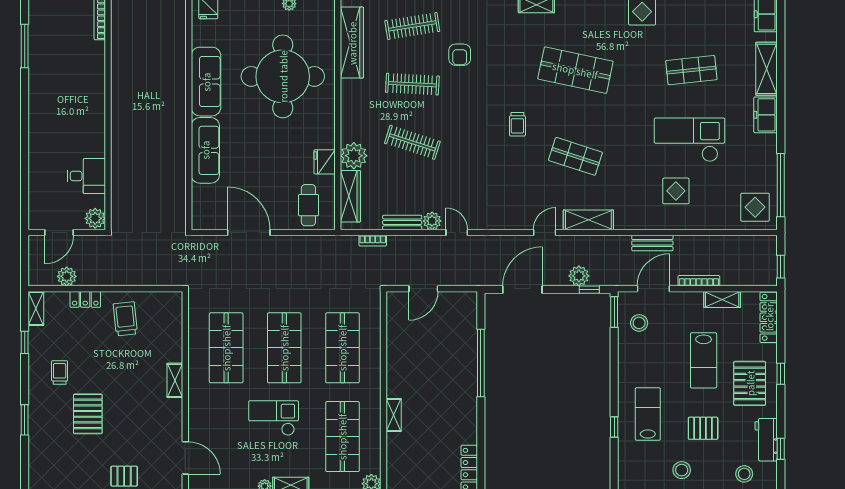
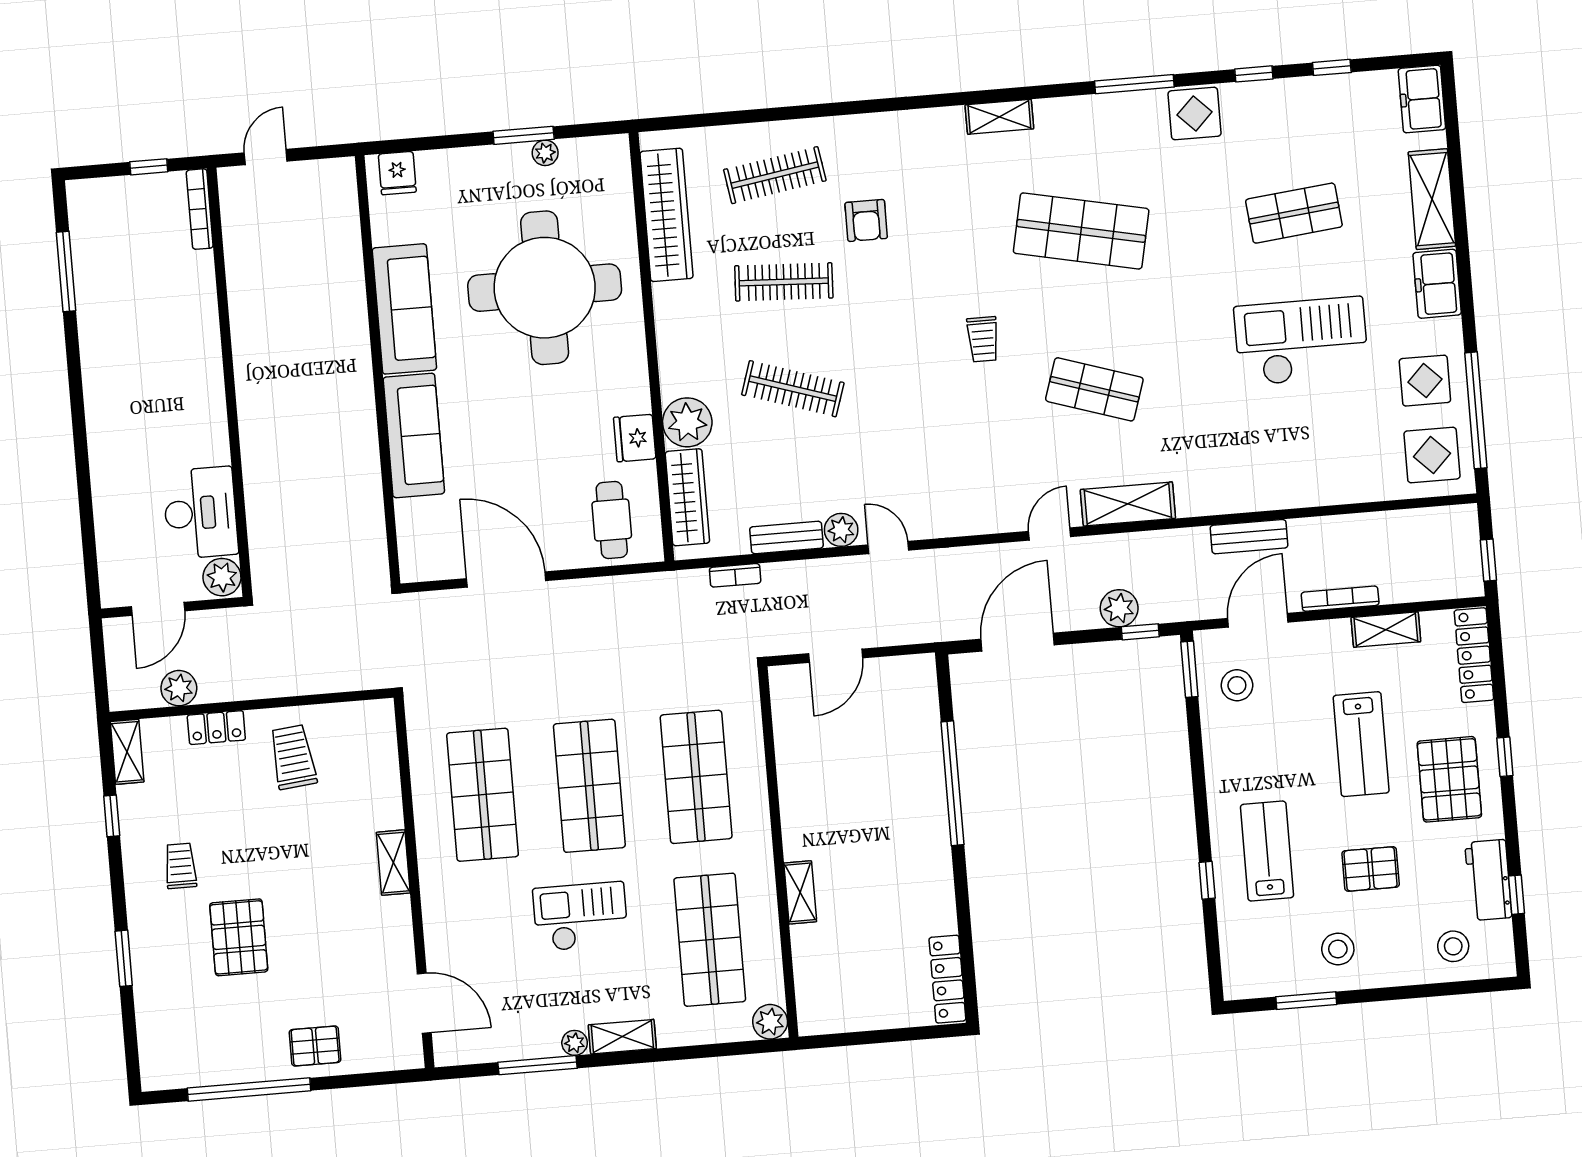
desk: (86, 176) -> (200, 513), width x1.37
display table: (676, 191) -> (1425, 381), moved

